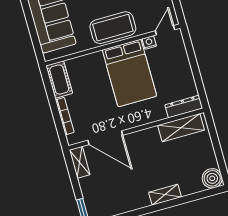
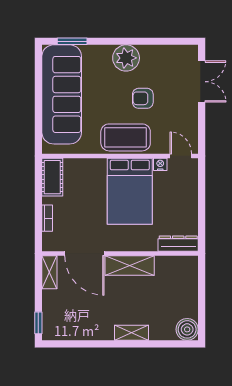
door: (165, 30) -> (181, 156), hinge flipped
bookcase: (65, 116) -> (47, 218), width x0.64
shelving: (181, 128) -> (130, 265), moved

